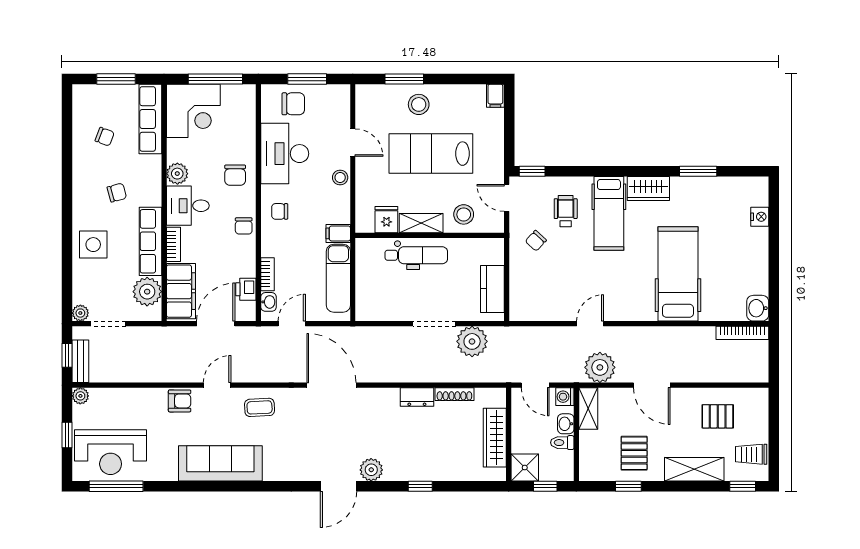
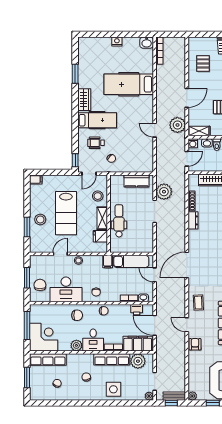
nightstand: (760, 217) -> (117, 42), moved
door: (292, 324) -> (155, 275), moved

